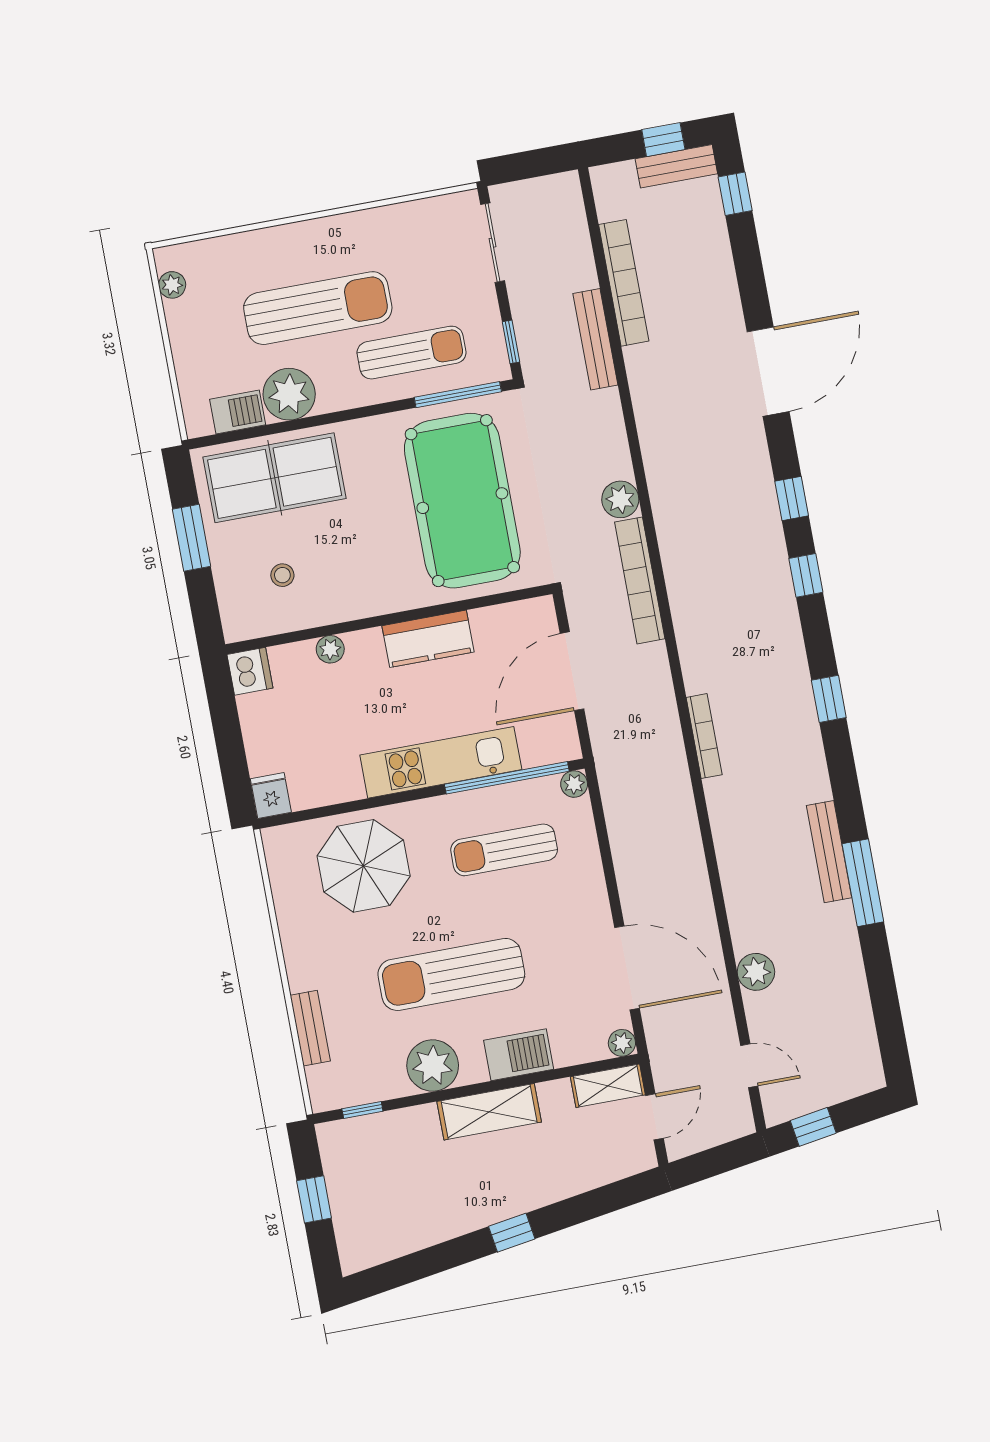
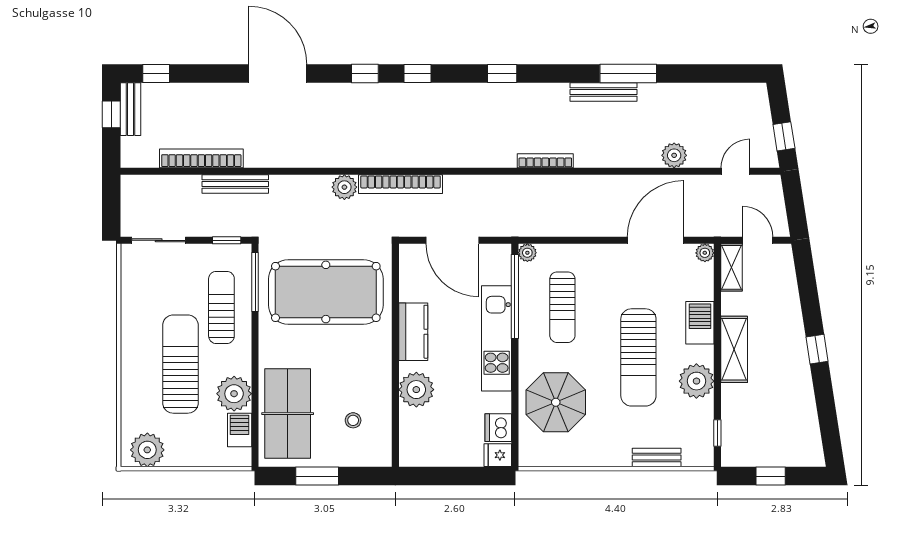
plant: (172, 285) -> (147, 450), width x1.88, depth x1.88
plant: (330, 649) -> (416, 390), width x1.88, depth x1.88
dishwasher: (250, 671) -> (498, 428), moved, turned -90
bookcase: (704, 736) -> (545, 161), moved

